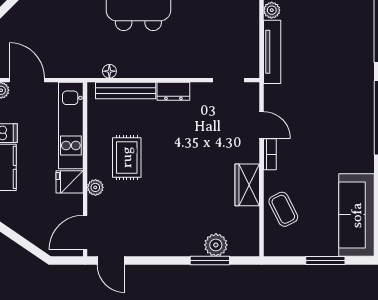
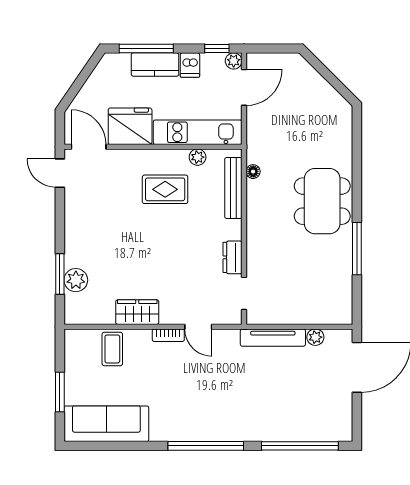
dresser: (173, 91) -> (233, 257), moved
door: (261, 125) -> (198, 327), hinge flipped
fridge: (70, 182) -> (130, 126), width x1.88, depth x1.34
plant: (95, 187) -> (198, 157), moved
coffee table: (283, 209) -> (112, 349), turned -63
door: (111, 261) -> (60, 173), hinge flipped

